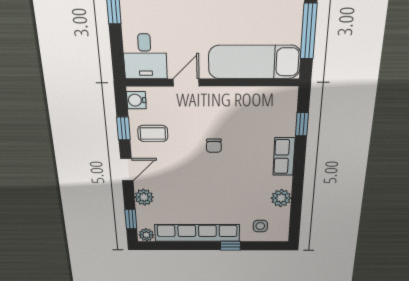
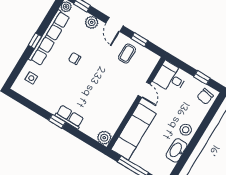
water cooler: (136, 100) -> (151, 57), removed
window: (302, 124) -> (57, 121), moved
chair: (214, 146) -> (75, 59), moved
plant: (281, 198) -> (104, 138), moved
window: (230, 246) -> (35, 41), moved

